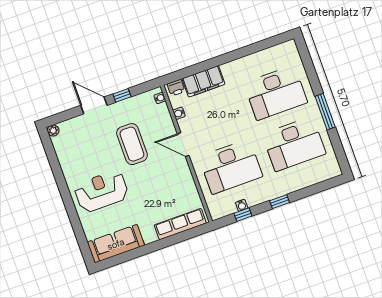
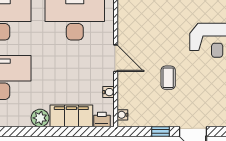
plant: (230, 70) -> (40, 118), added
coffee table: (132, 144) -> (168, 78), width x0.54, depth x0.58

